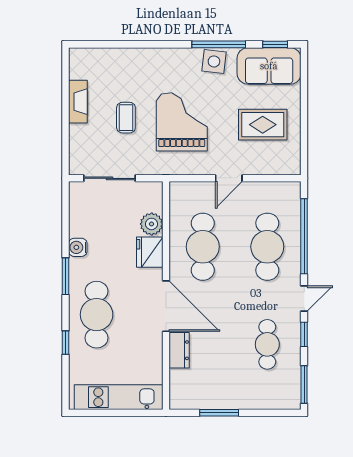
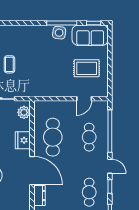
grand piano: (182, 122) -> (41, 67), removed
door: (229, 178) -> (84, 99), moved
plant: (152, 224) -> (24, 112), moved
cafe table: (267, 247) -> (89, 137), width x0.73, depth x0.74
door: (304, 298) -> (110, 166), hinge flipped

